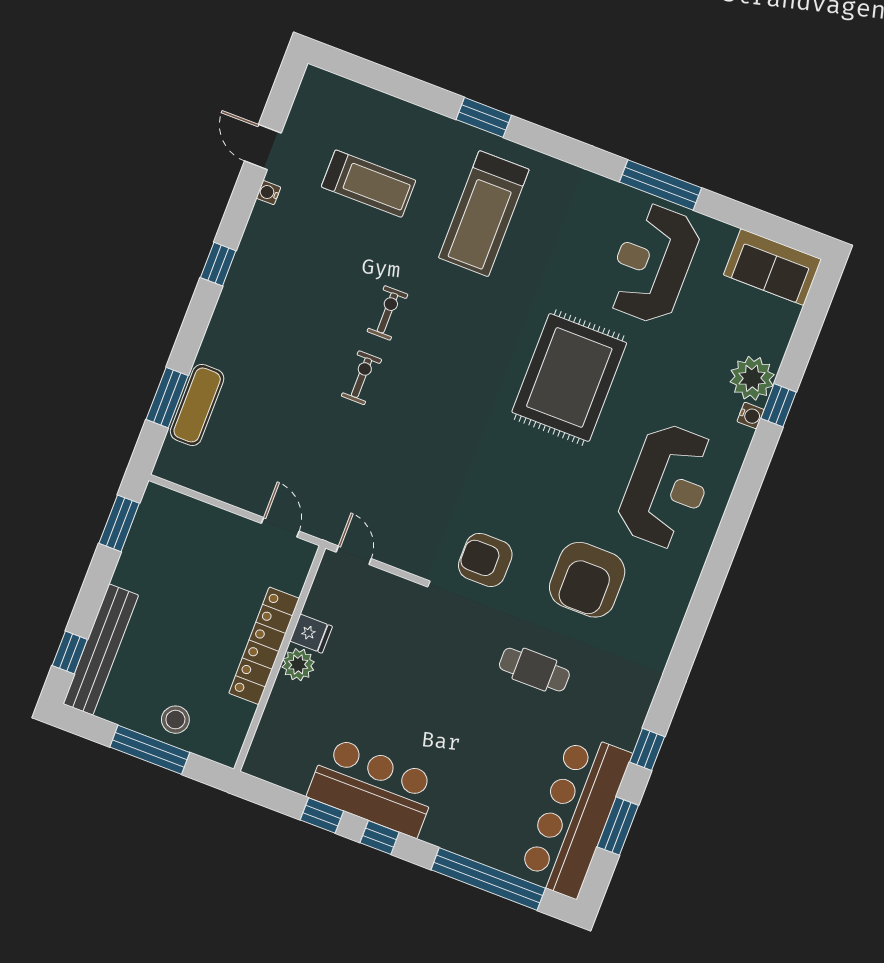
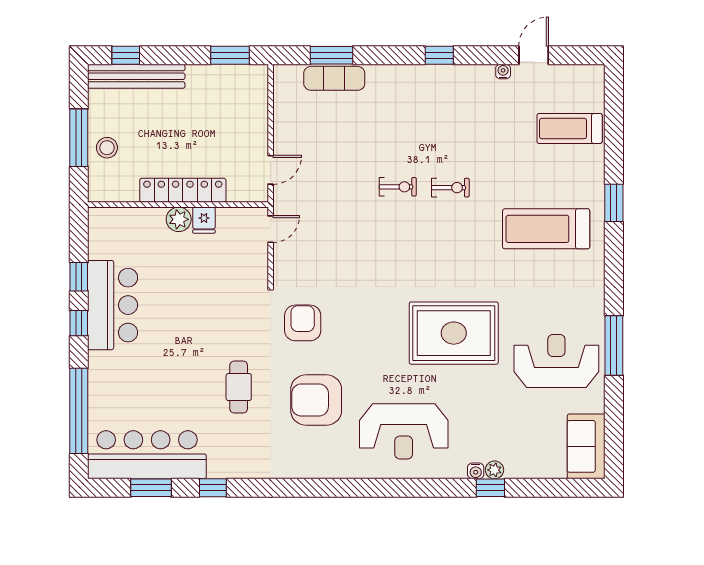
treadmill: (369, 184) -> (570, 128), moved, turned 90
plant: (752, 378) -> (494, 470), width x0.53, depth x0.53

